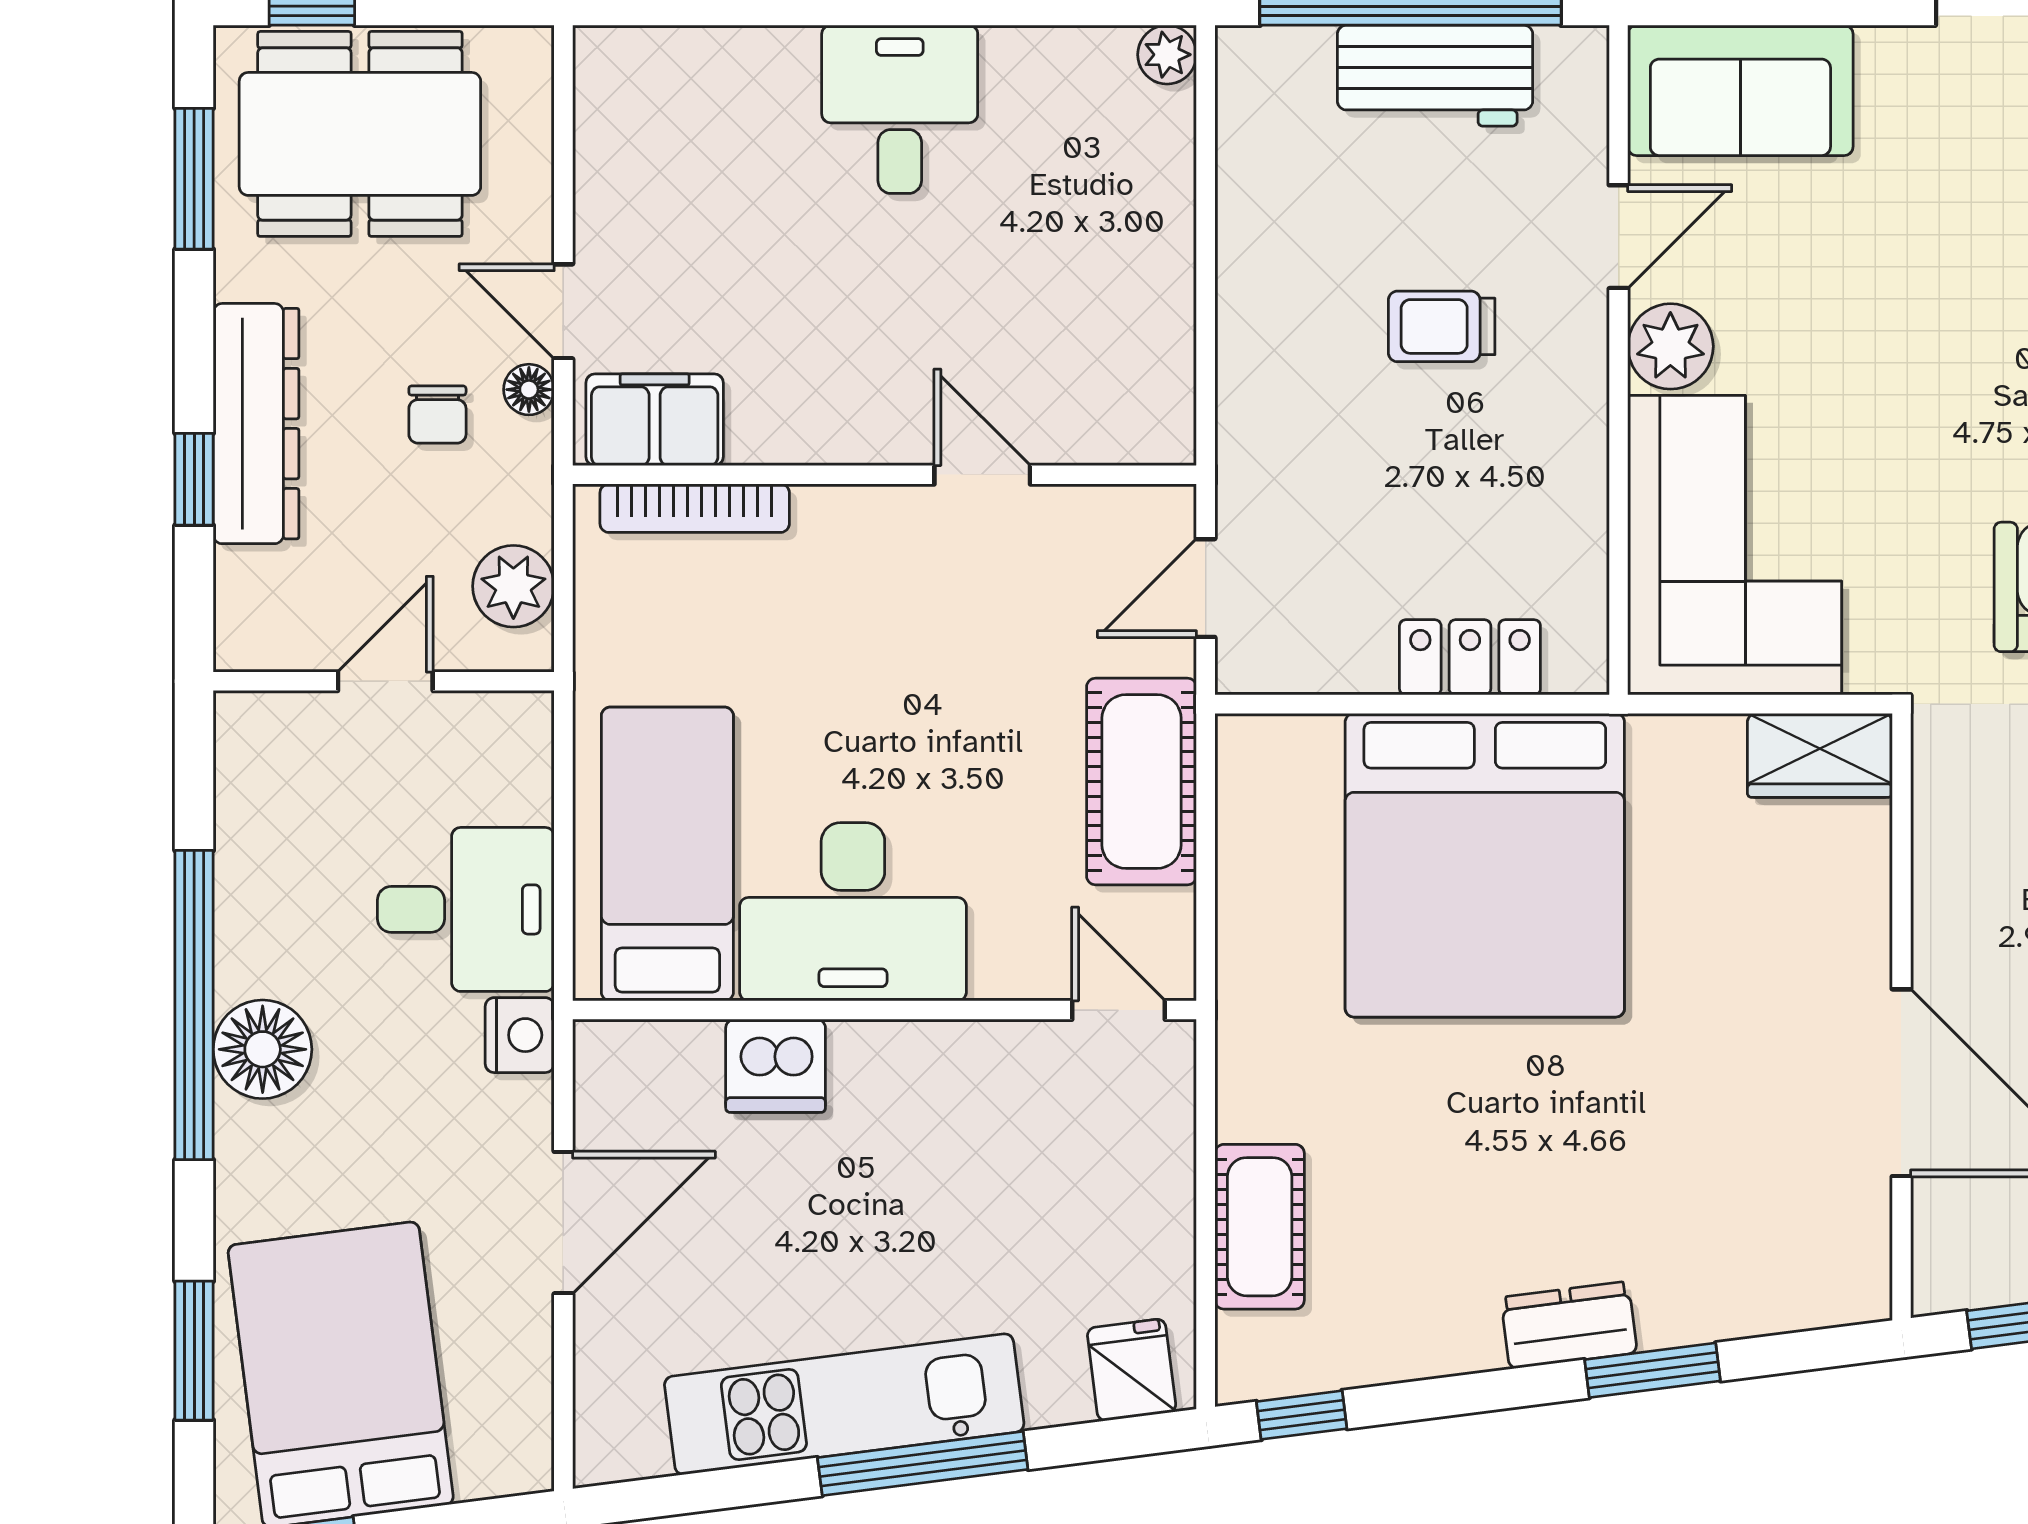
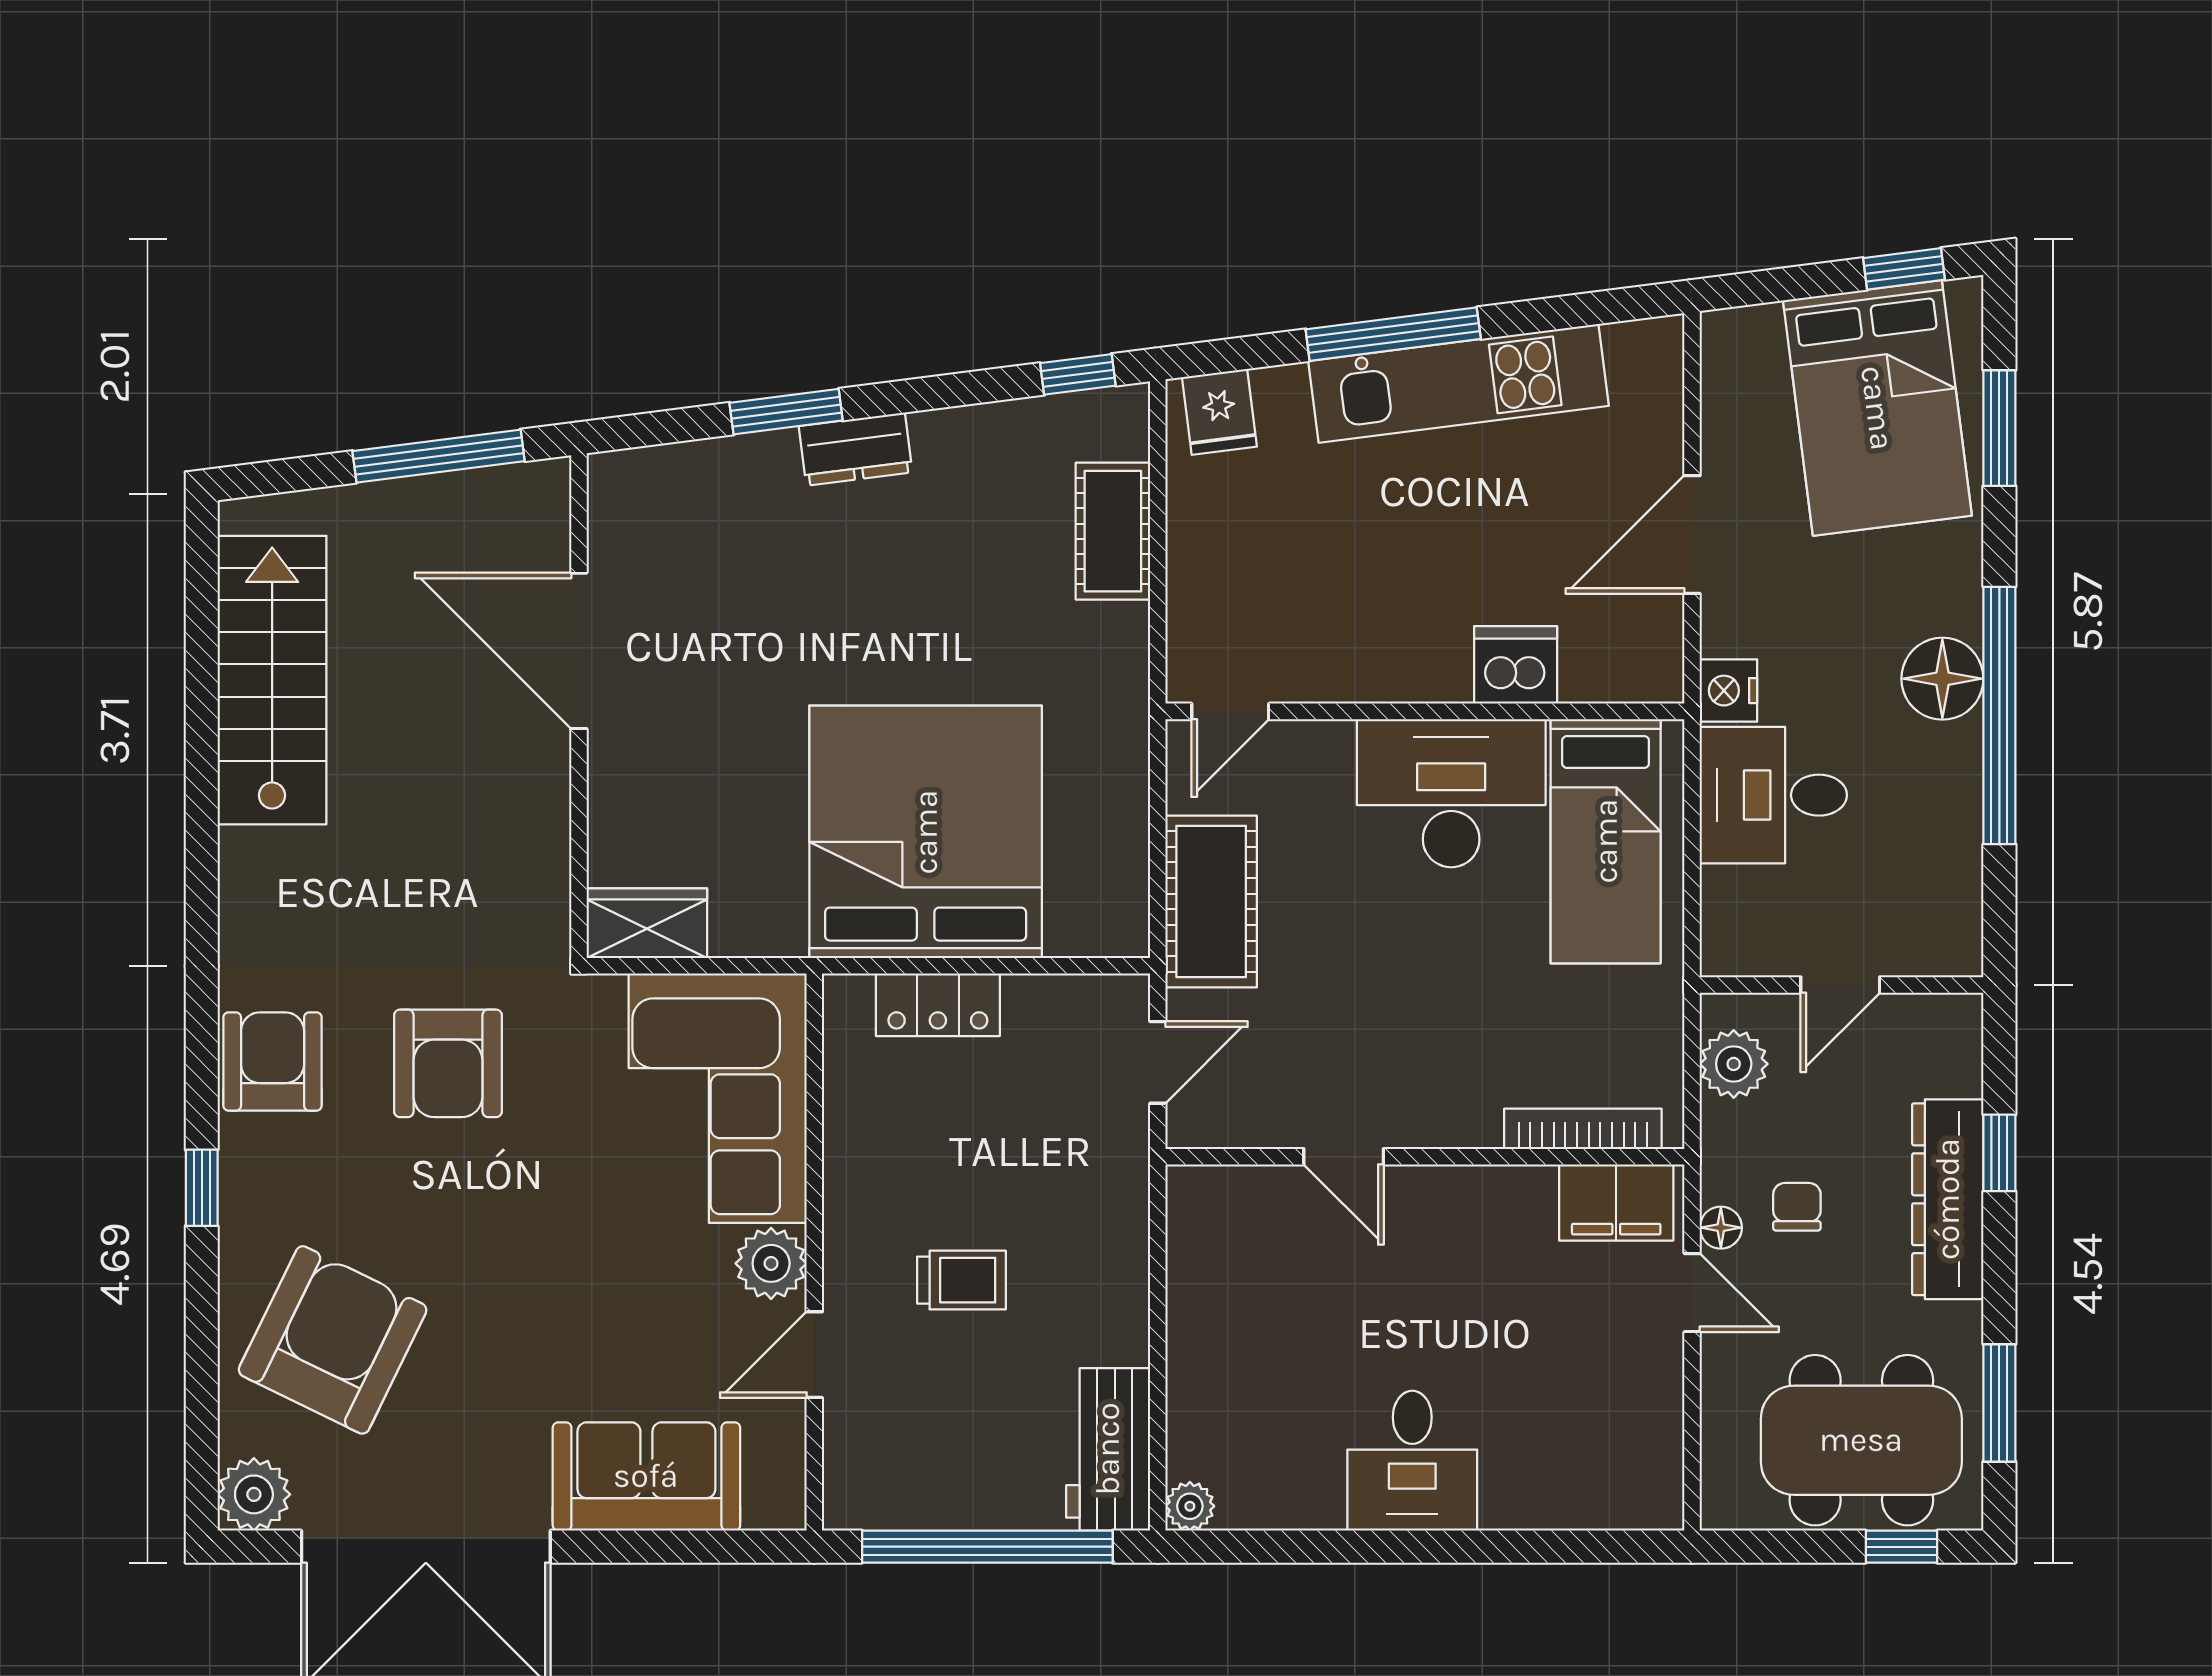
workbench: (1435, 76) -> (1108, 1449), moved, turned -90
sofa: (1740, 90) -> (646, 1476), moved
door: (1119, 1010) -> (1230, 711), hinge flipped

